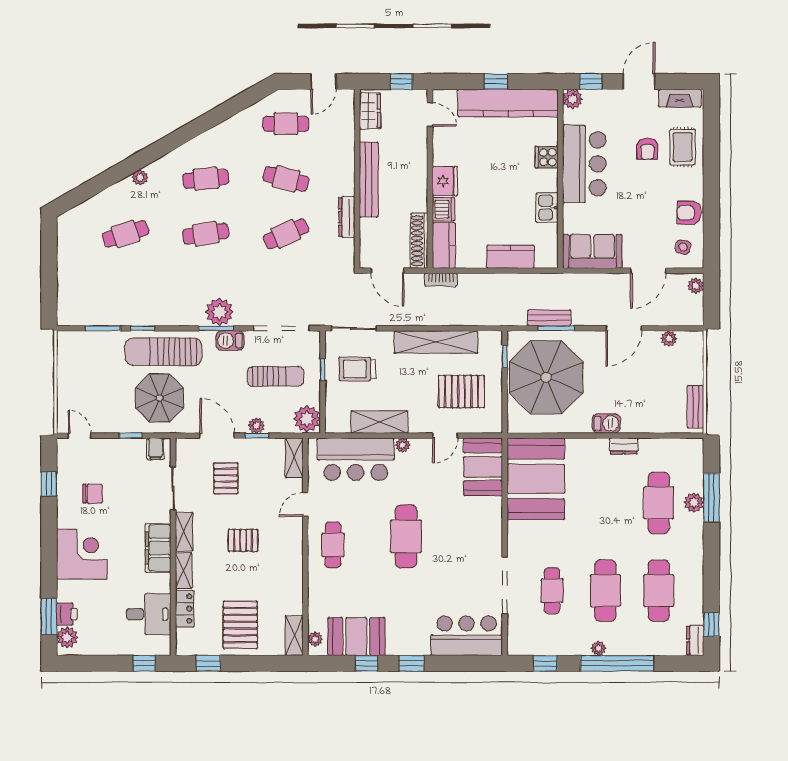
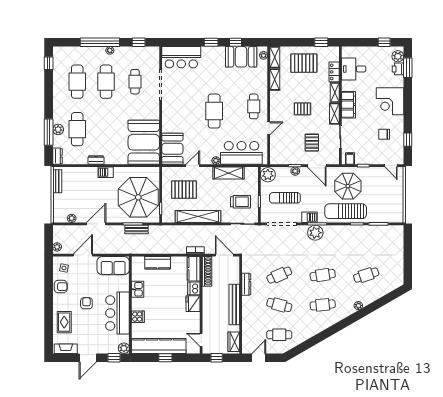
armchair: (647, 149) -> (86, 303), moved
sun lounger: (163, 352) -> (346, 211), turned 180
shelving: (294, 458) -> (275, 80), moved
pallet: (240, 625) -> (304, 63), turned 90
dresser: (695, 640) -> (57, 156), moved
window: (144, 663) -> (384, 42), moved

